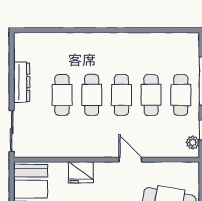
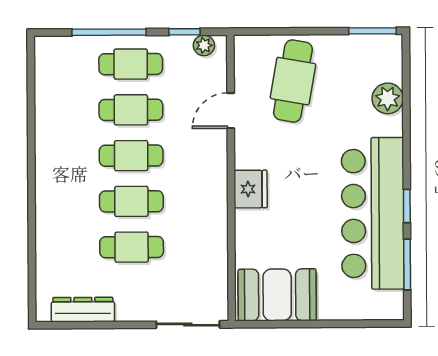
dresser: (22, 82) -> (83, 310), moved
door: (130, 160) -> (231, 111), moved
fridge: (81, 172) -> (251, 189), moved

